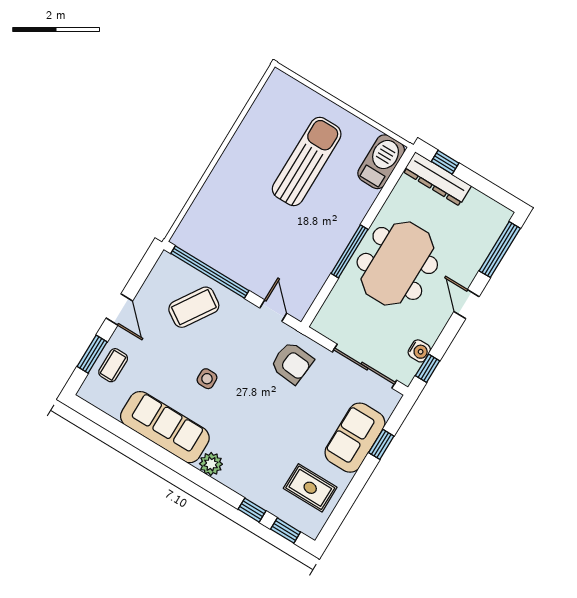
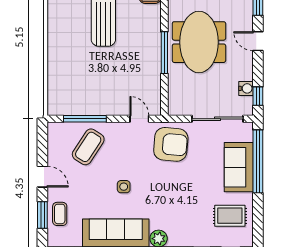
window: (210, 272) -> (85, 119), width x0.68
armchair: (292, 363) -> (171, 144), width x1.36, depth x1.36
window: (381, 444) -> (258, 161), width x3.17

